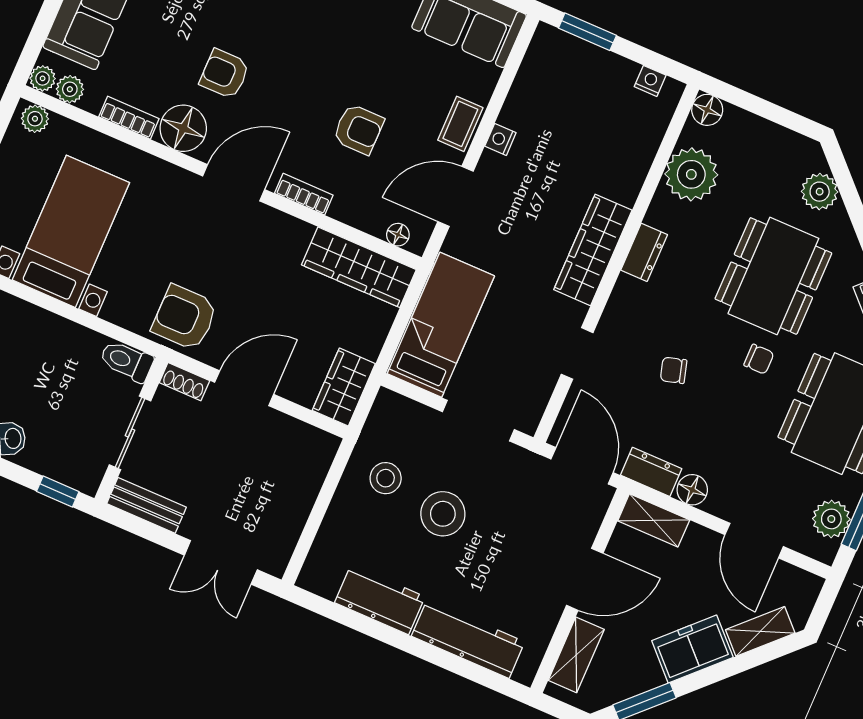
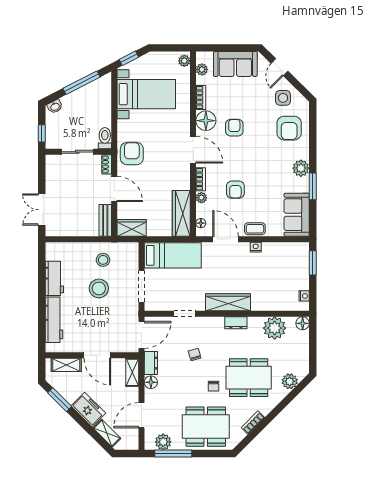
plant: (43, 78) -> (201, 198), moved
bench: (147, 505) -> (105, 220), moved

